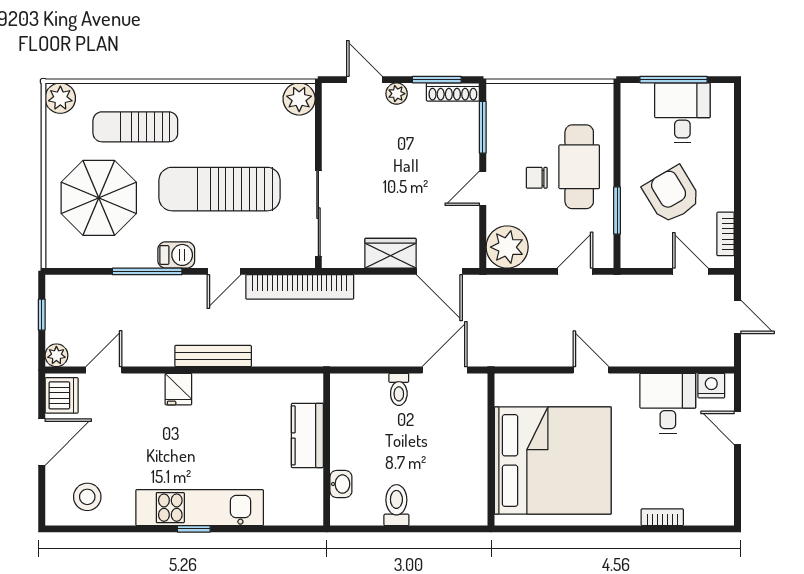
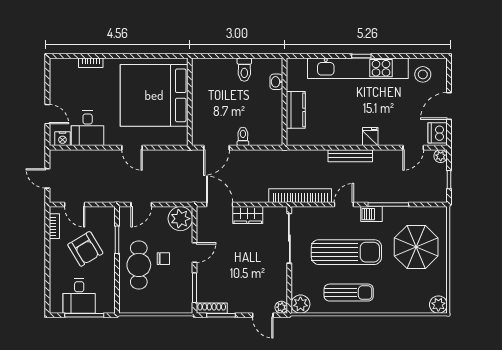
plant: (397, 94) -> (281, 307), moved
sun lounger: (135, 127) -> (349, 293), moved
kitchen unit: (200, 508) -> (358, 68), width x1.36

